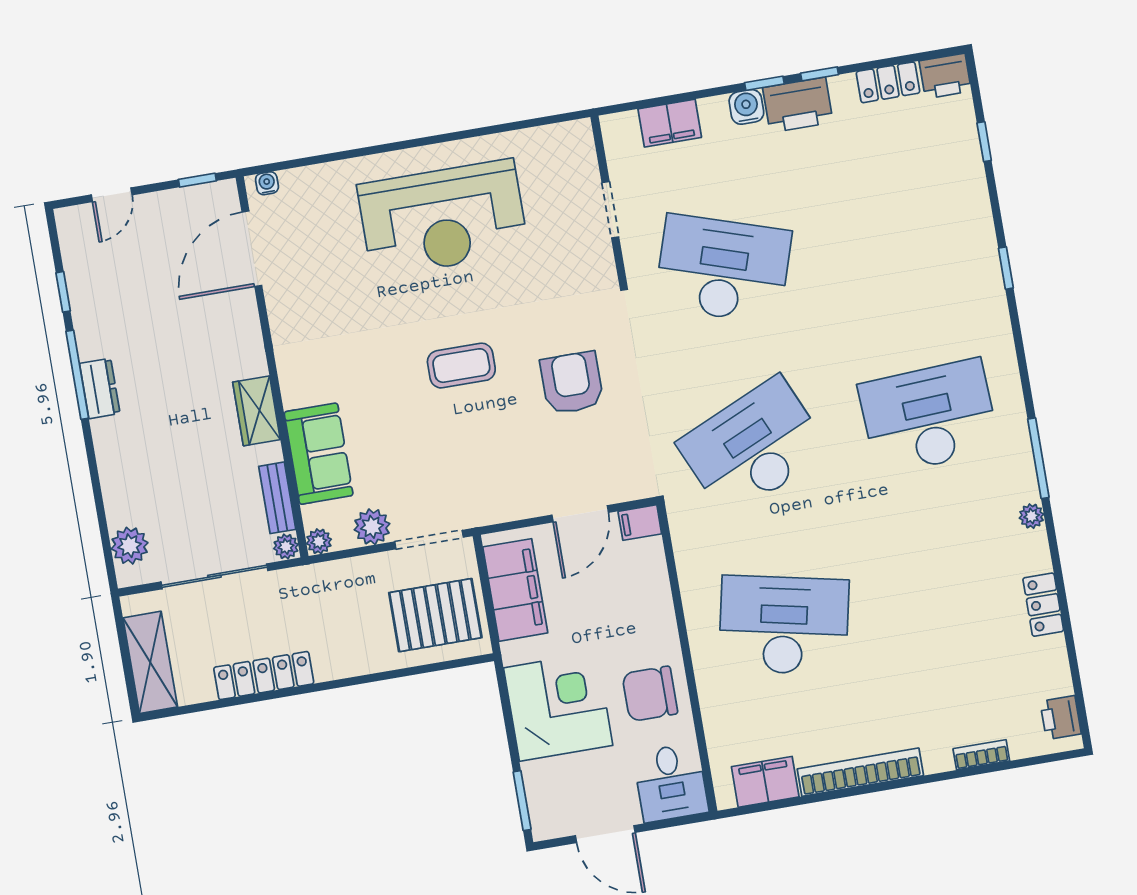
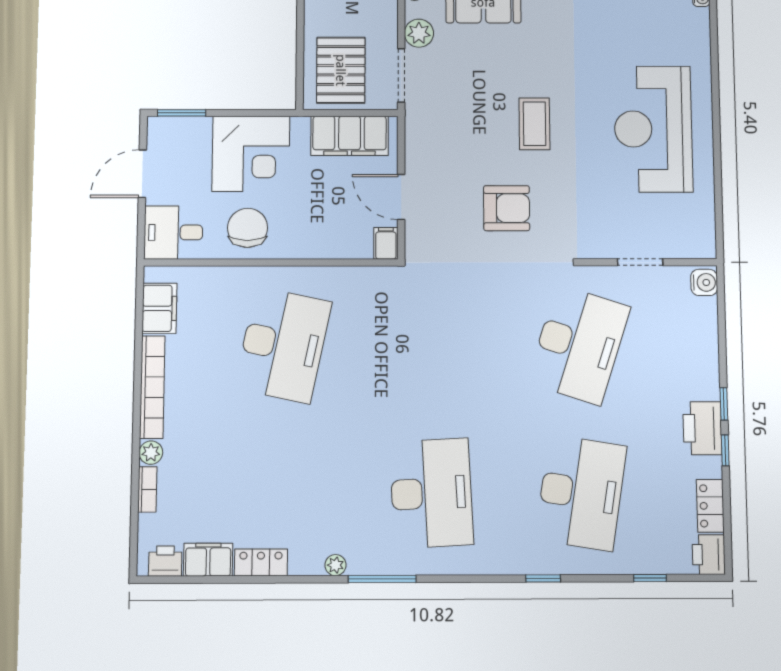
water cooler: (746, 107) -> (704, 282), moved
filing cabinet: (670, 123) -> (208, 560), moved, turned 90
desk: (753, 447) -> (581, 493), moved, turned 33
plant: (938, 759) -> (151, 453), added

